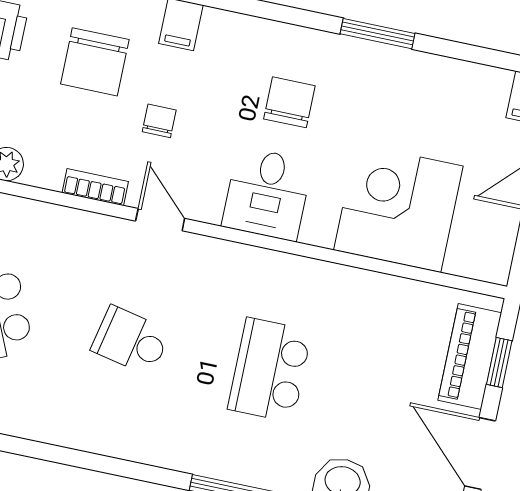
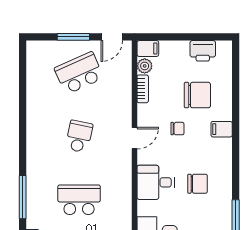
chair: (95, 62) -> (197, 95), turned 180
bookcase: (95, 187) -> (143, 89), moved

